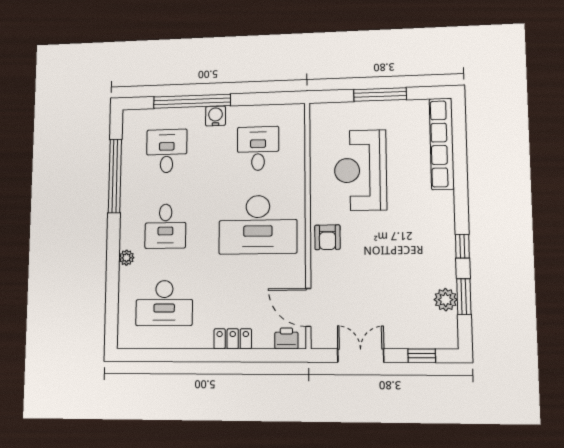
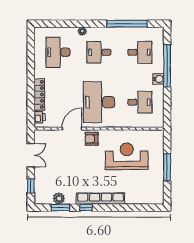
row of seats: (442, 144) -> (100, 199), moved
door: (308, 307) -> (72, 129), moved
locker: (233, 339) -> (39, 95), width x1.53

